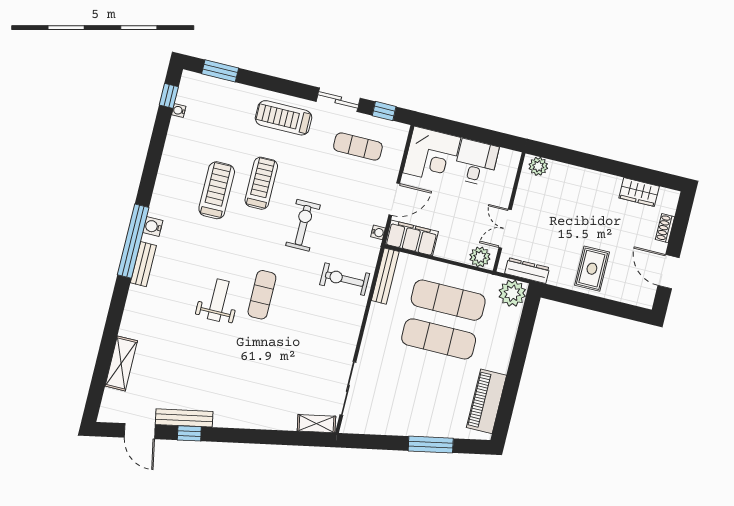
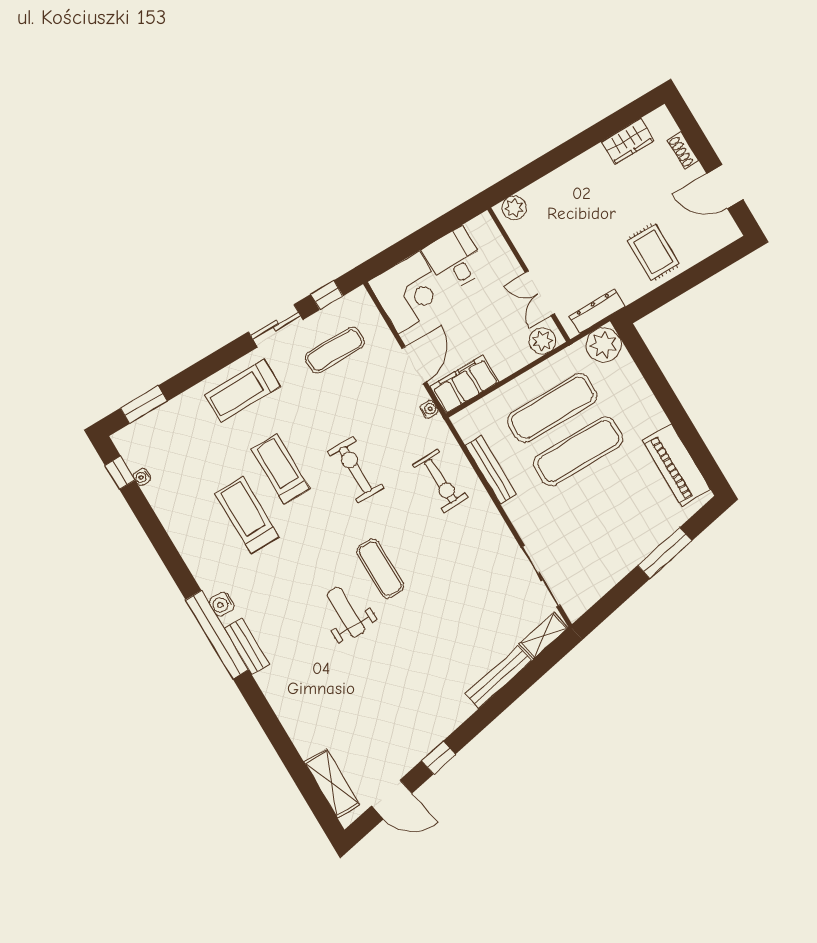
bench: (385, 276) -> (491, 470), moved
exercise bike: (345, 279) -> (441, 481), turned -92
shelving: (121, 363) -> (332, 783), moved
bench: (184, 418) -> (499, 677), moved

